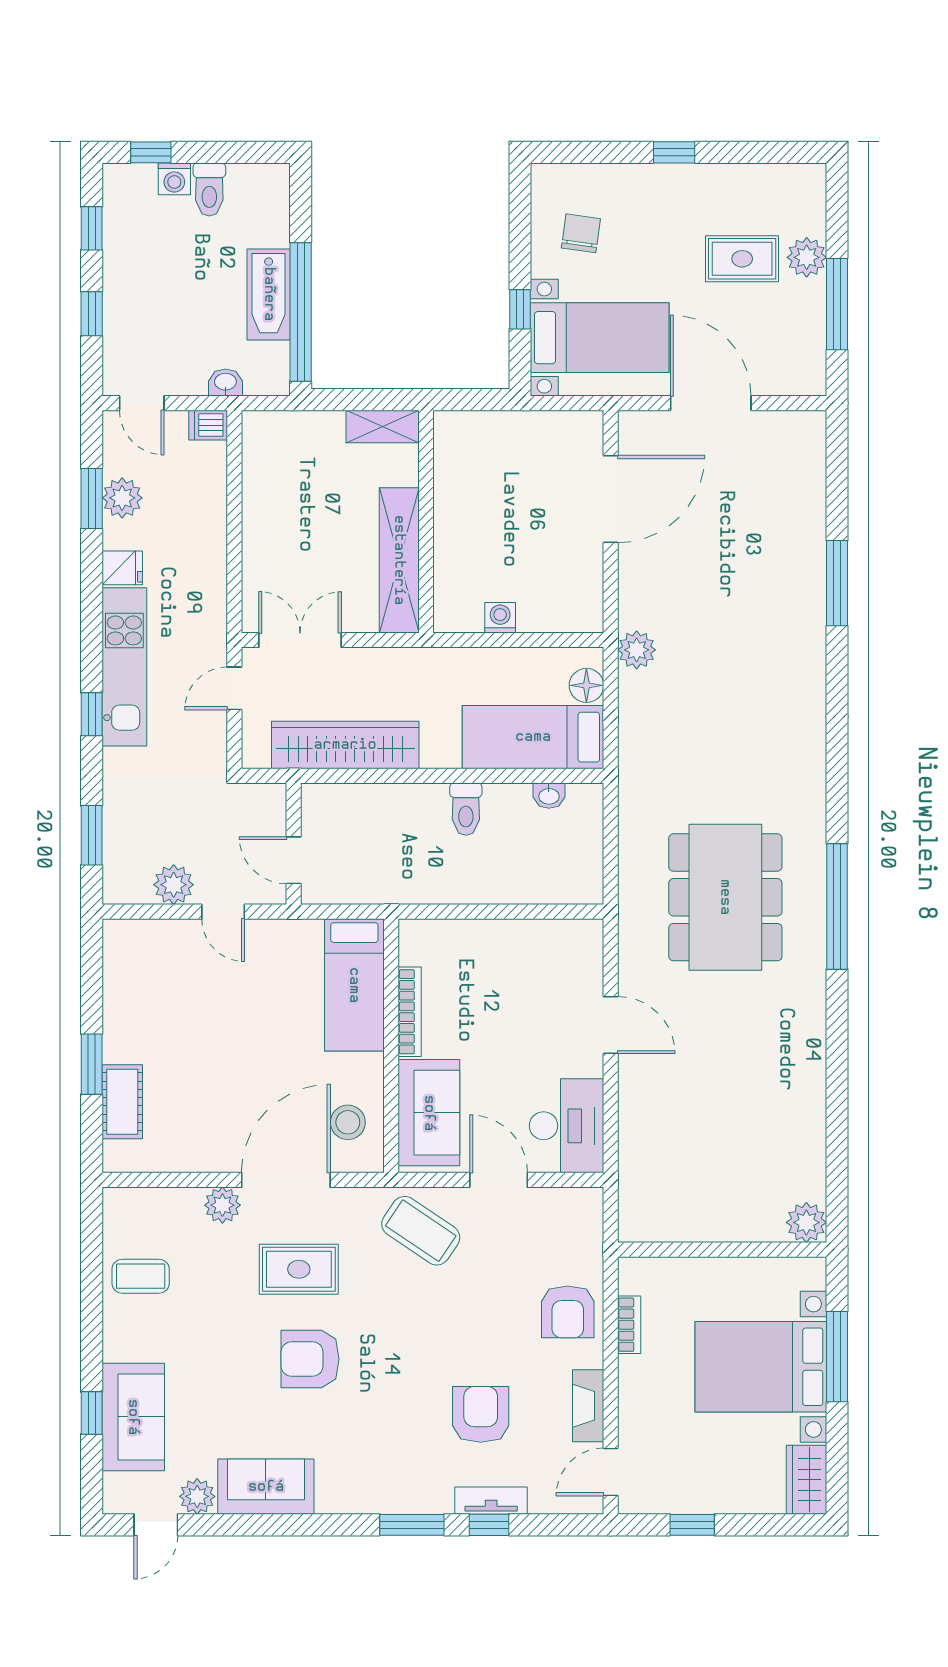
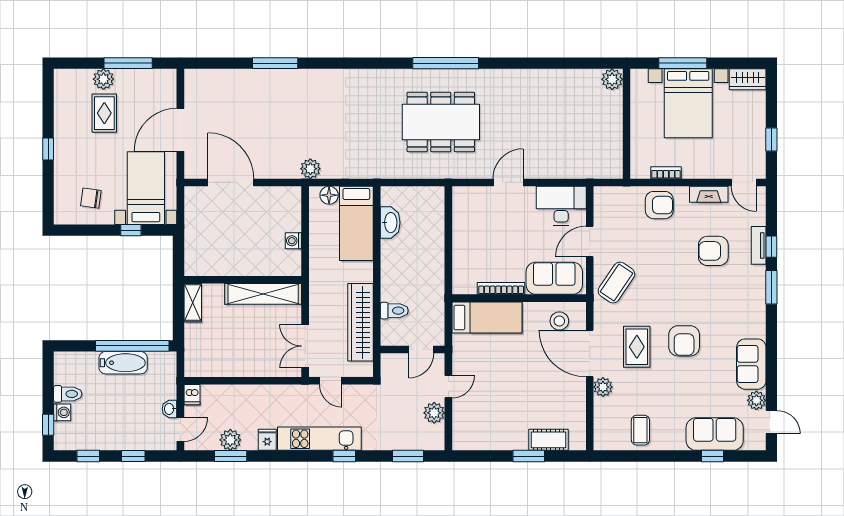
washbasin: (225, 383) -> (169, 409), moved
washbasin: (549, 796) -> (390, 223), width x1.91, depth x1.45
toilet: (466, 809) -> (394, 311), moved

